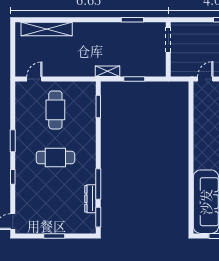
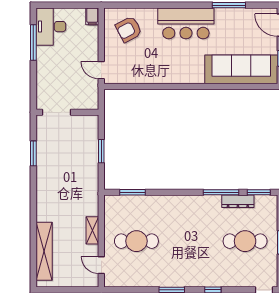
shelving: (108, 71) -> (92, 230), moved
cafe table: (55, 157) -> (245, 241), moved, turned 90

